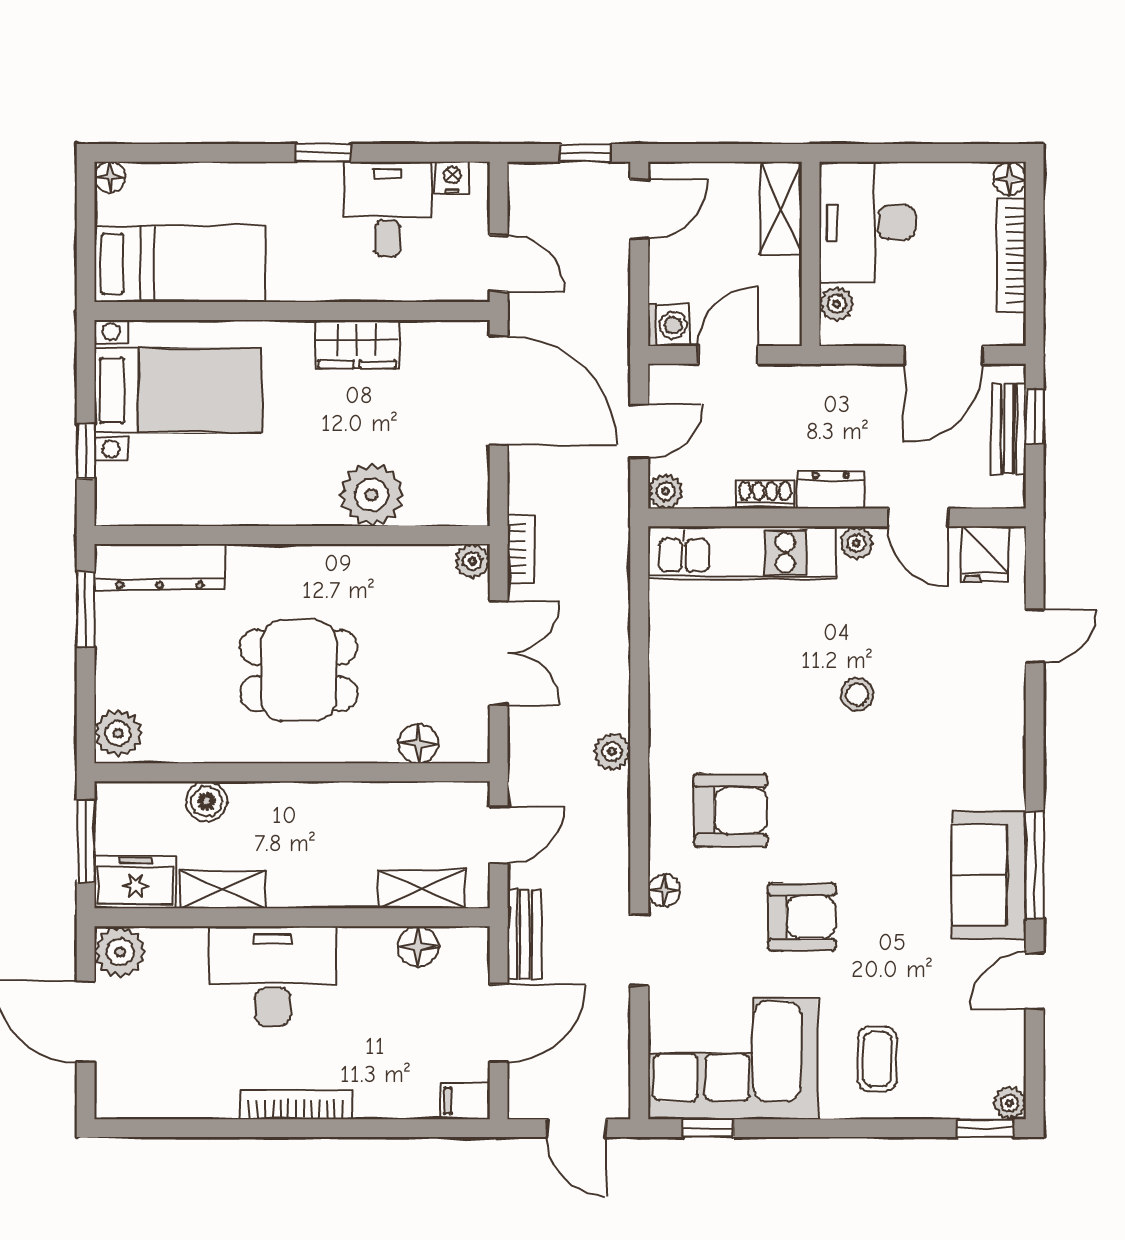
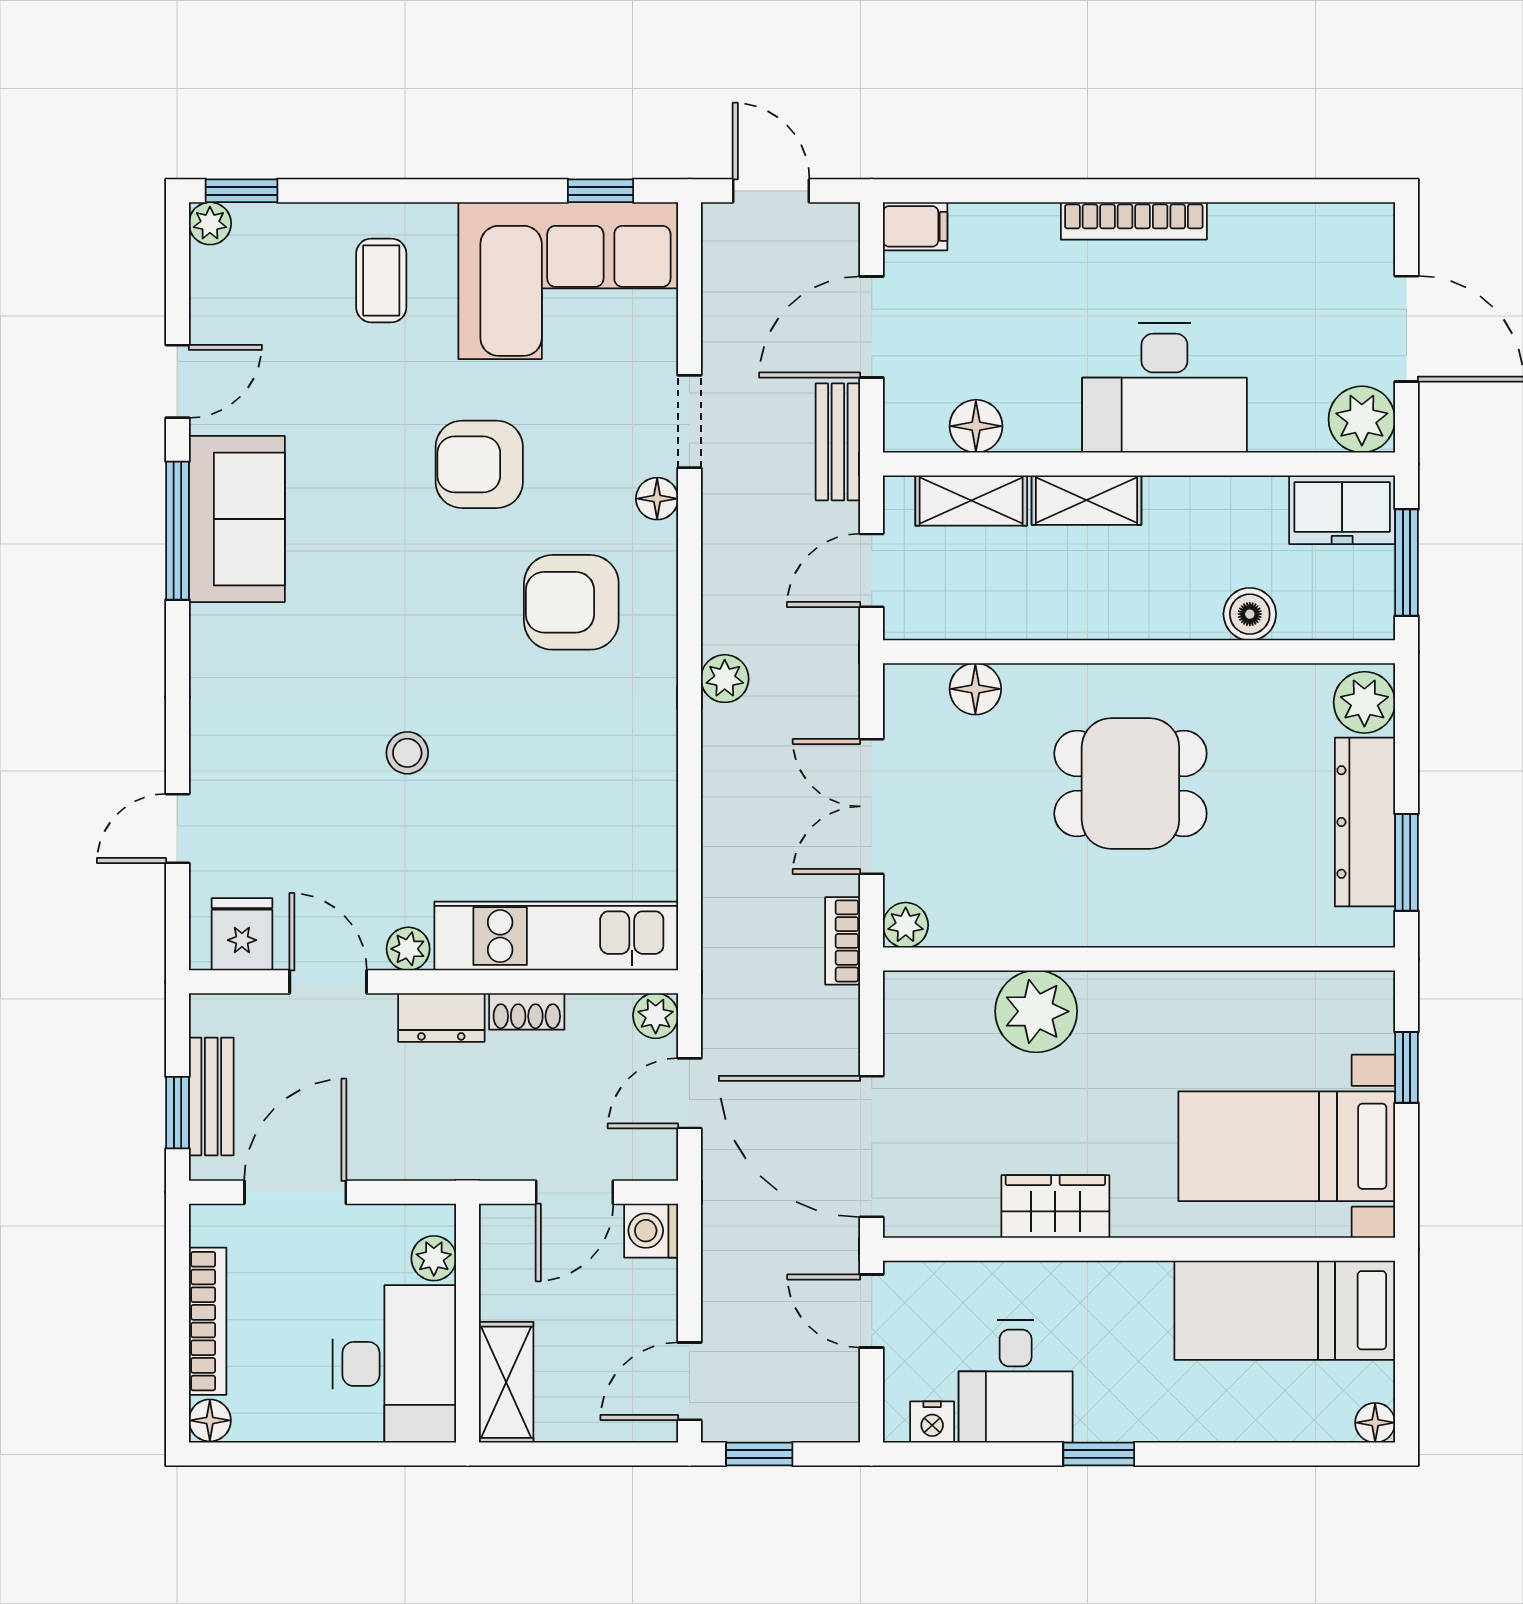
dresser: (160, 567) -> (1365, 822), moved, turned -90
shelving: (222, 889) -> (1087, 500), moved

